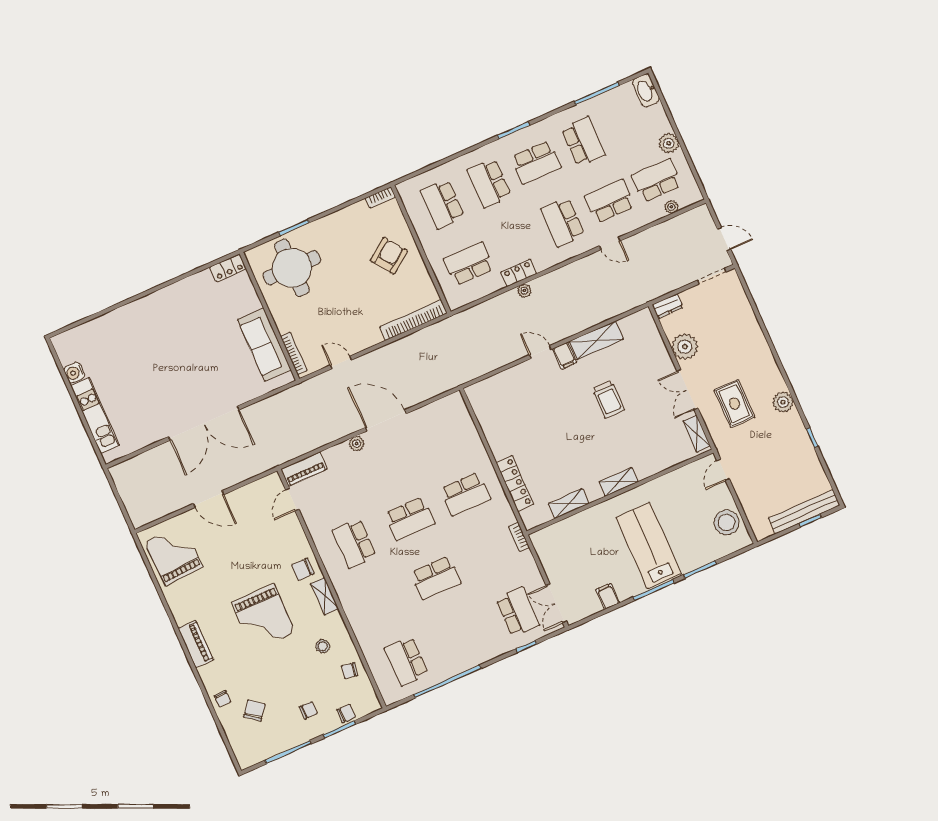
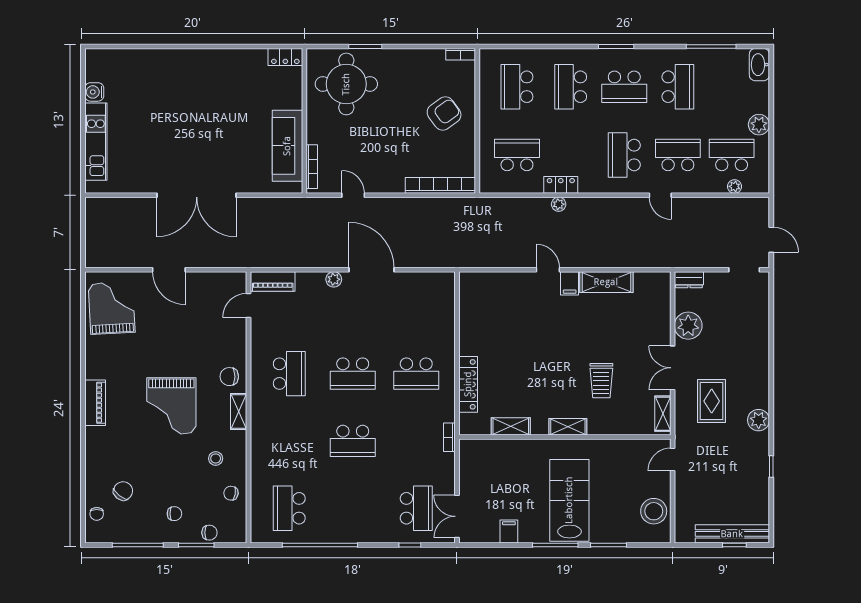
trolley: (608, 399) -> (601, 381), moved
school desk: (354, 543) -> (289, 374), turned 180
chair: (222, 699) -> (97, 514), moved

